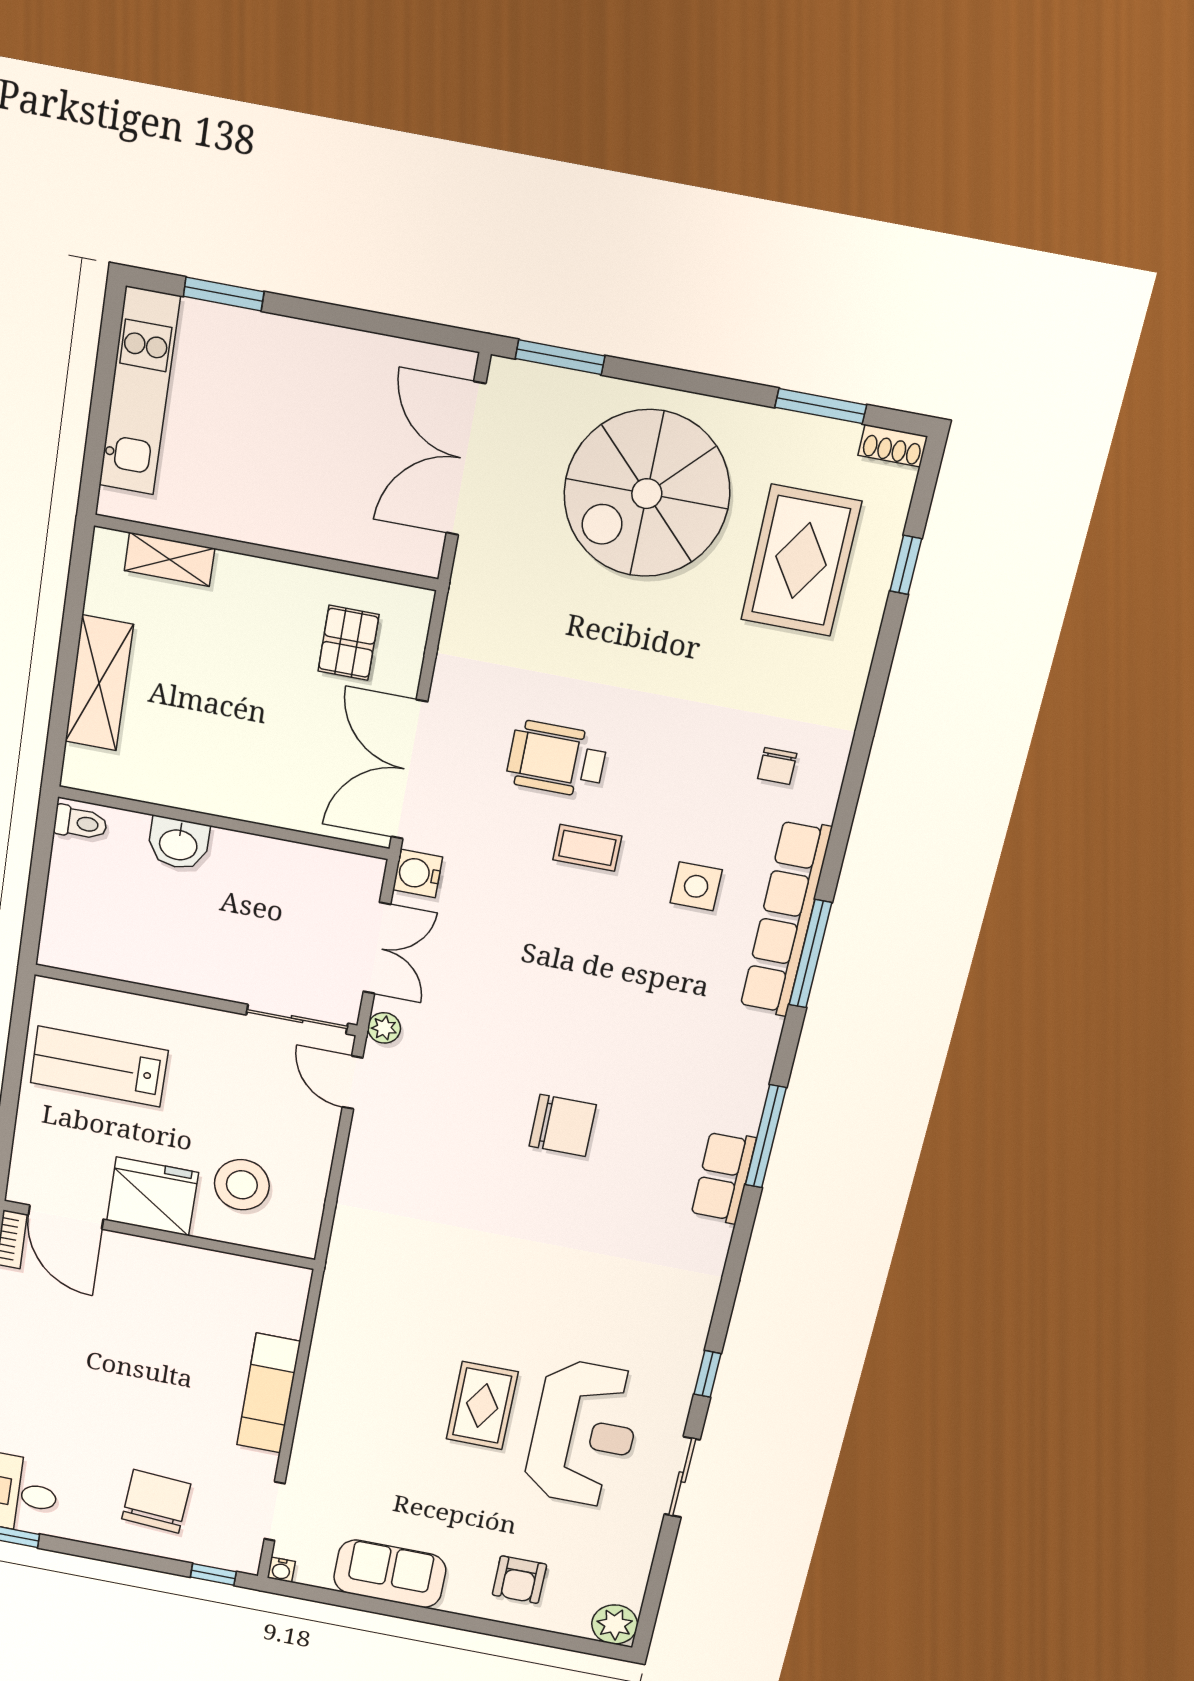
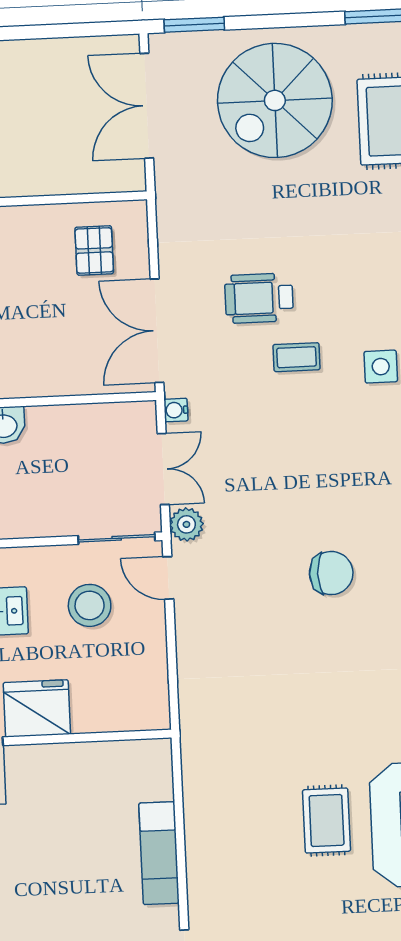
water cooler: (418, 873) -> (176, 410), width x0.72, depth x0.72
plant: (384, 1028) -> (186, 524), width x1.38, depth x1.38
stool: (242, 1185) -> (90, 605), moved

